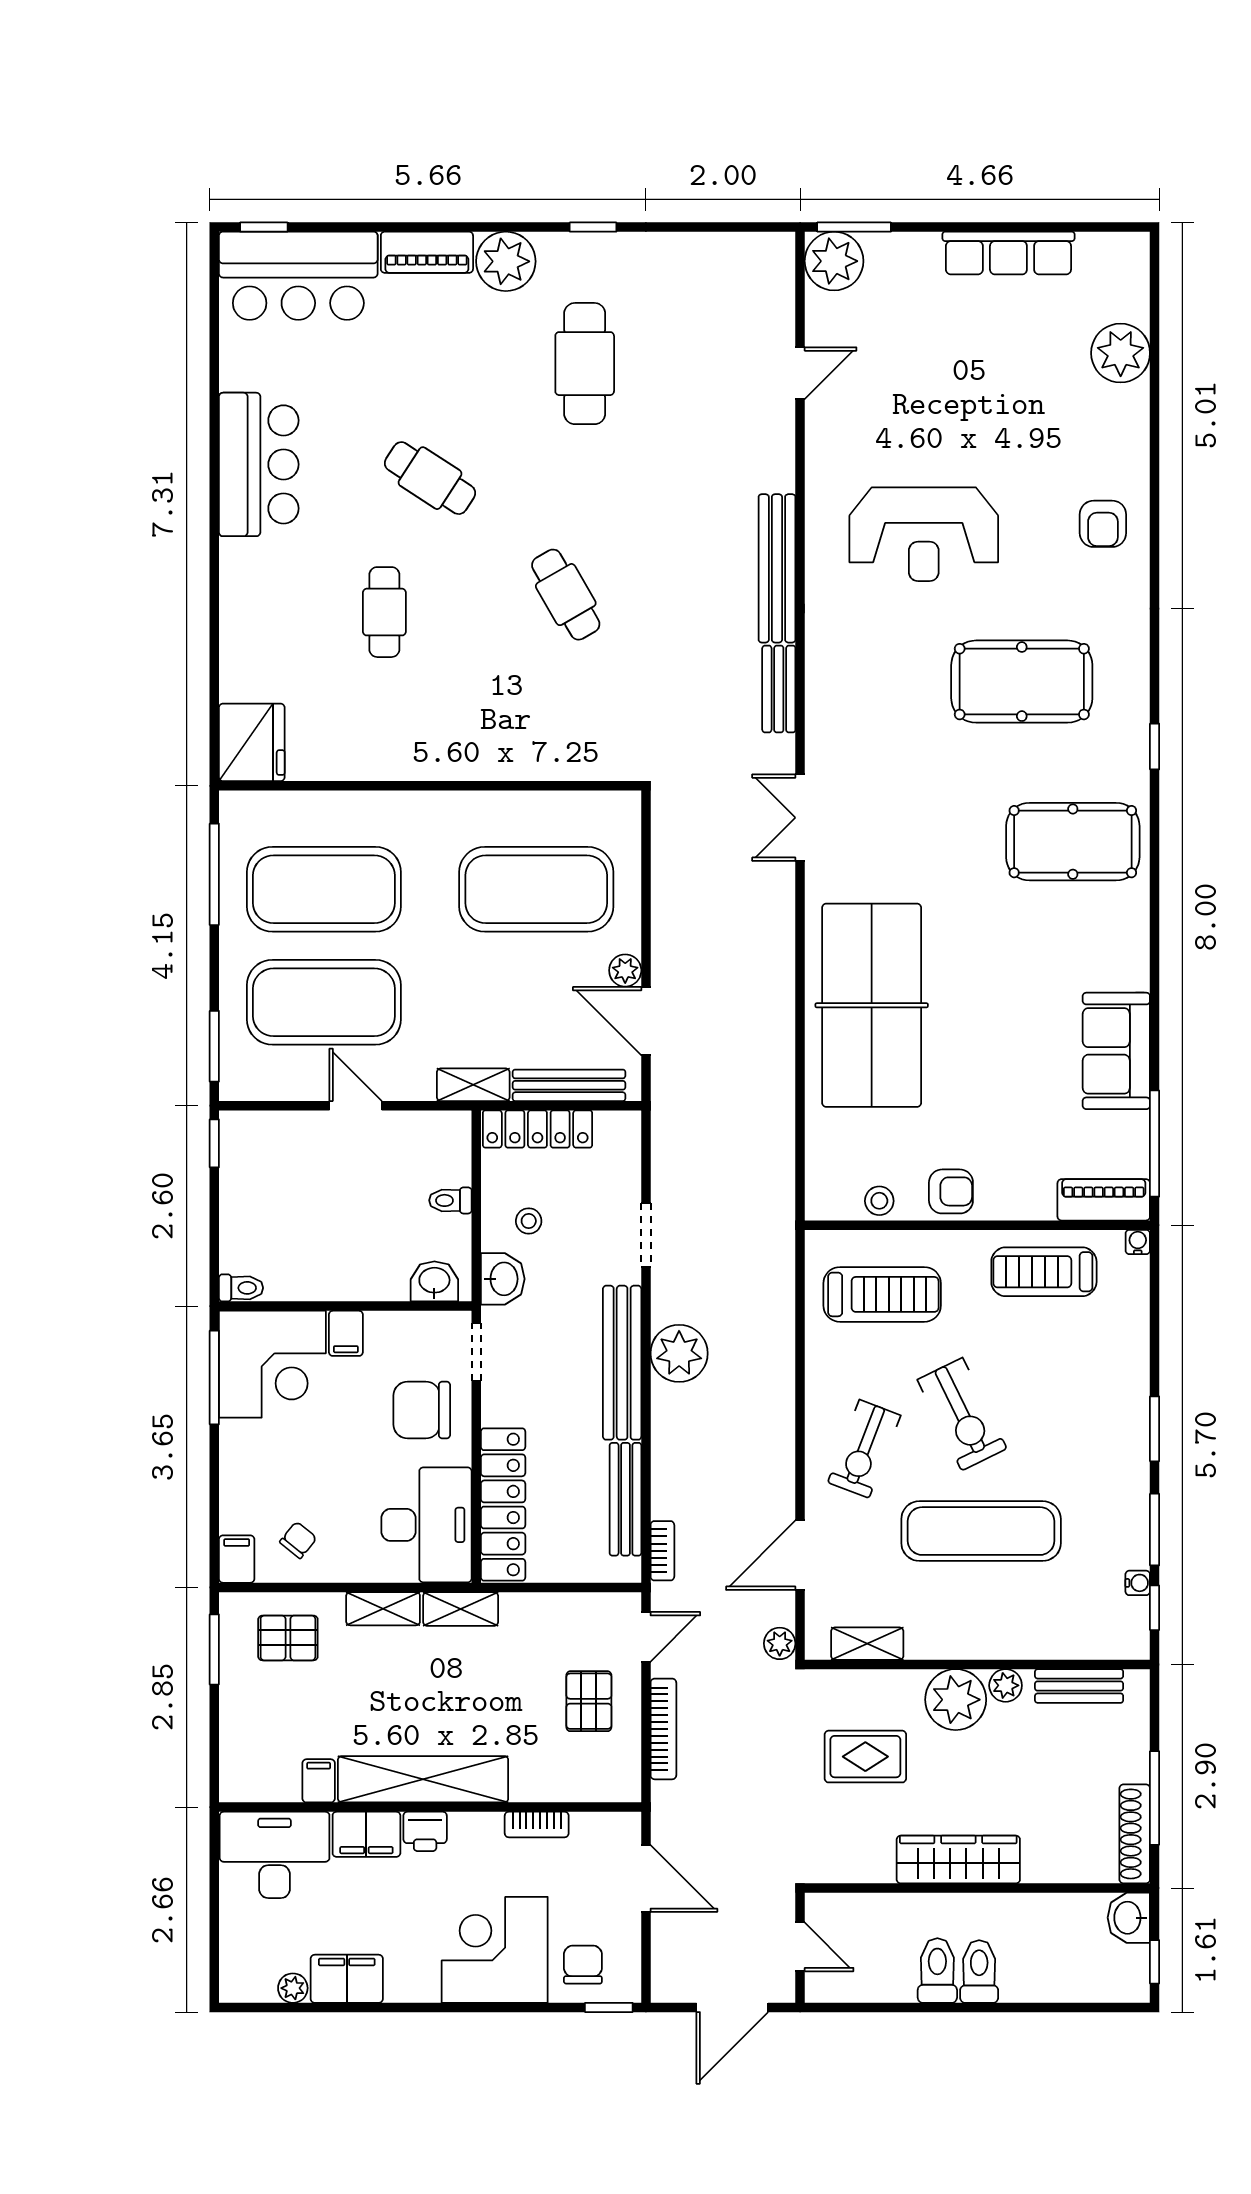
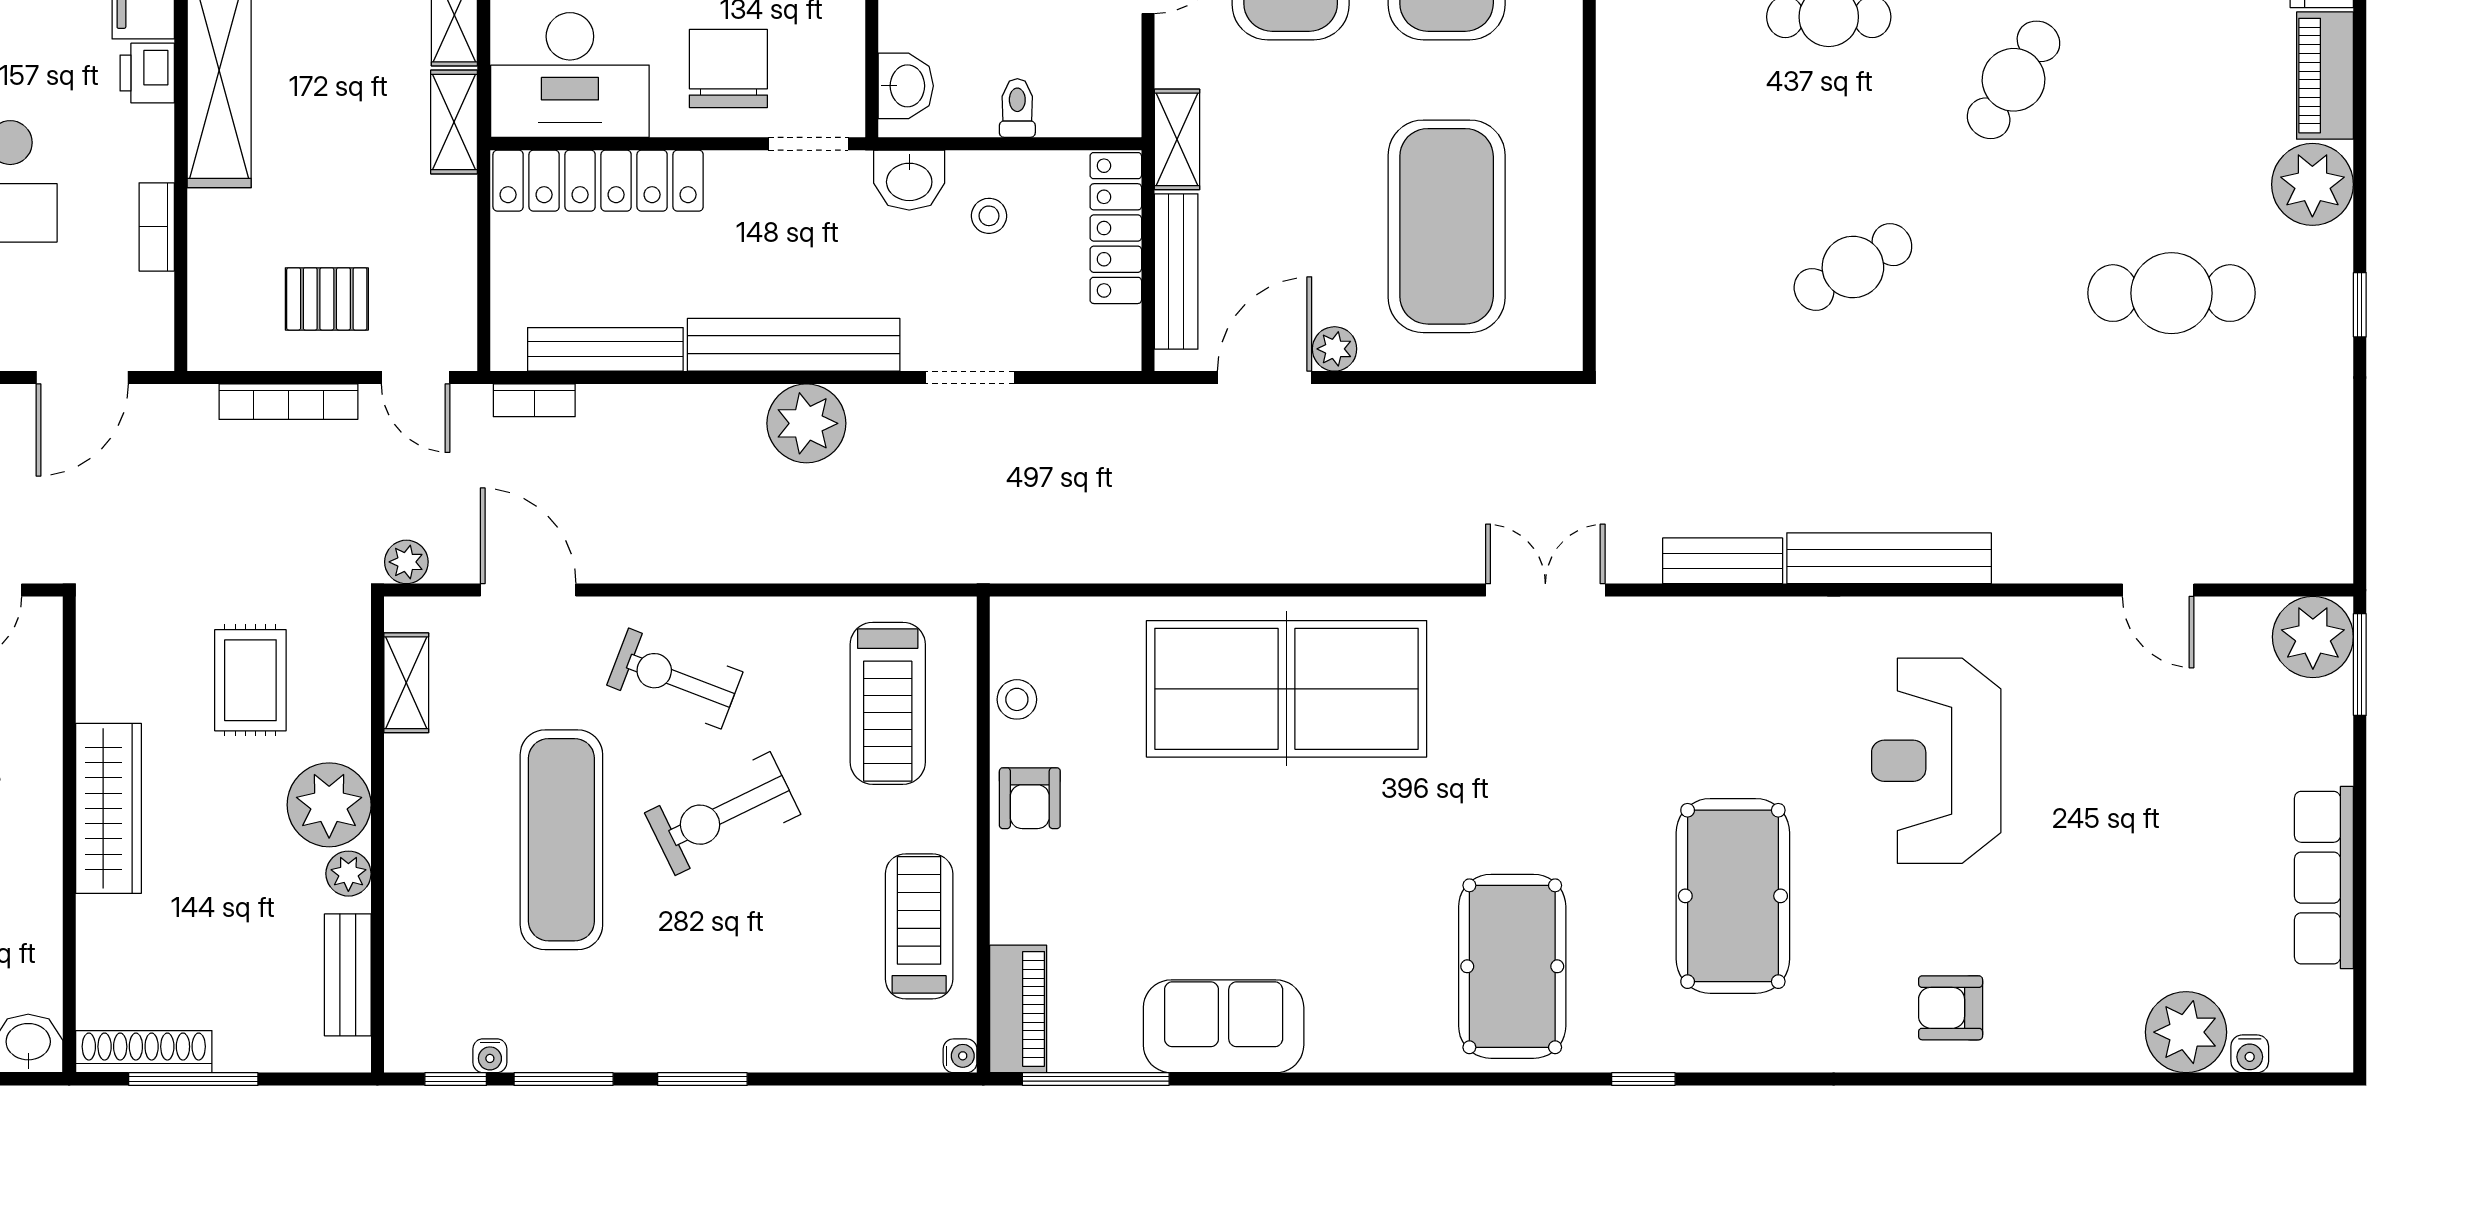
water cooler: (1136, 307) -> (2250, 1054), added

